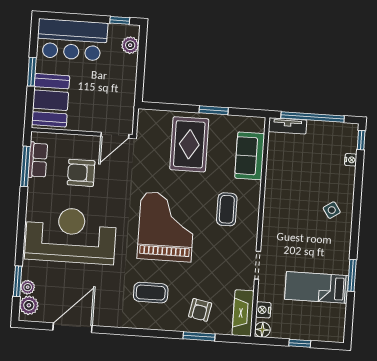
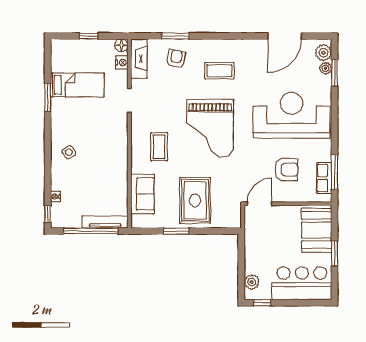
tv unit: (288, 126) -> (105, 222), width x1.41
reception desk: (71, 235) -> (292, 115), turned 180

